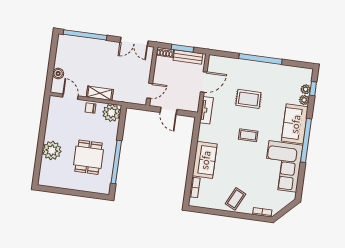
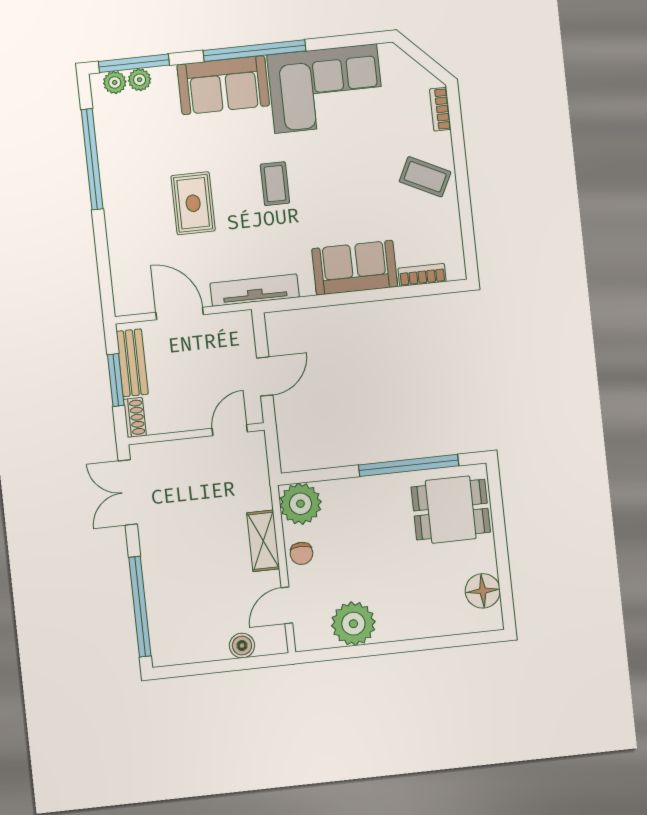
double door: (134, 42) -> (128, 492), swing flipped
window: (260, 59) -> (92, 159), moved
window: (313, 89) -> (134, 63), width x2.17
door: (150, 91) -> (230, 430), hinge flipped
plant: (304, 100) -> (115, 82), moved
tv unit: (206, 110) -> (255, 290), width x1.41
plant: (52, 150) -> (353, 624), moved
dining table: (89, 157) -> (451, 510), moved
floor lamp: (56, 180) -> (483, 591), added

